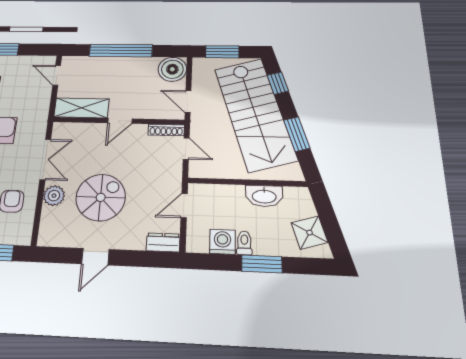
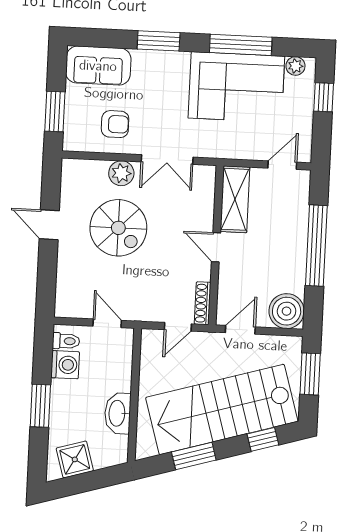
dresser: (163, 242) -> (65, 300), removed
toilet: (244, 243) -> (66, 341), moved

